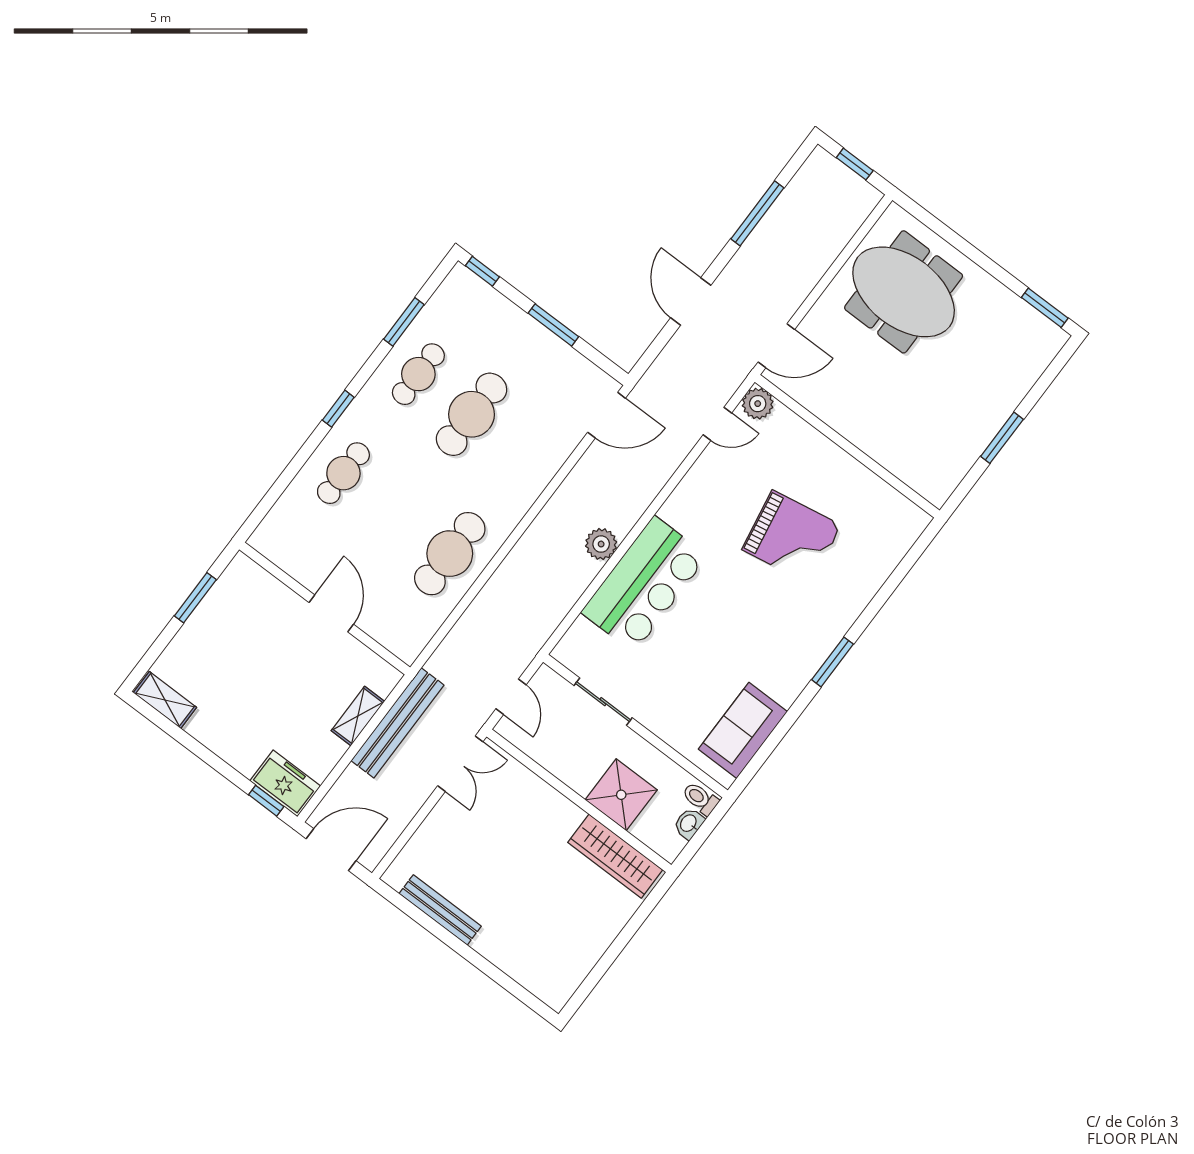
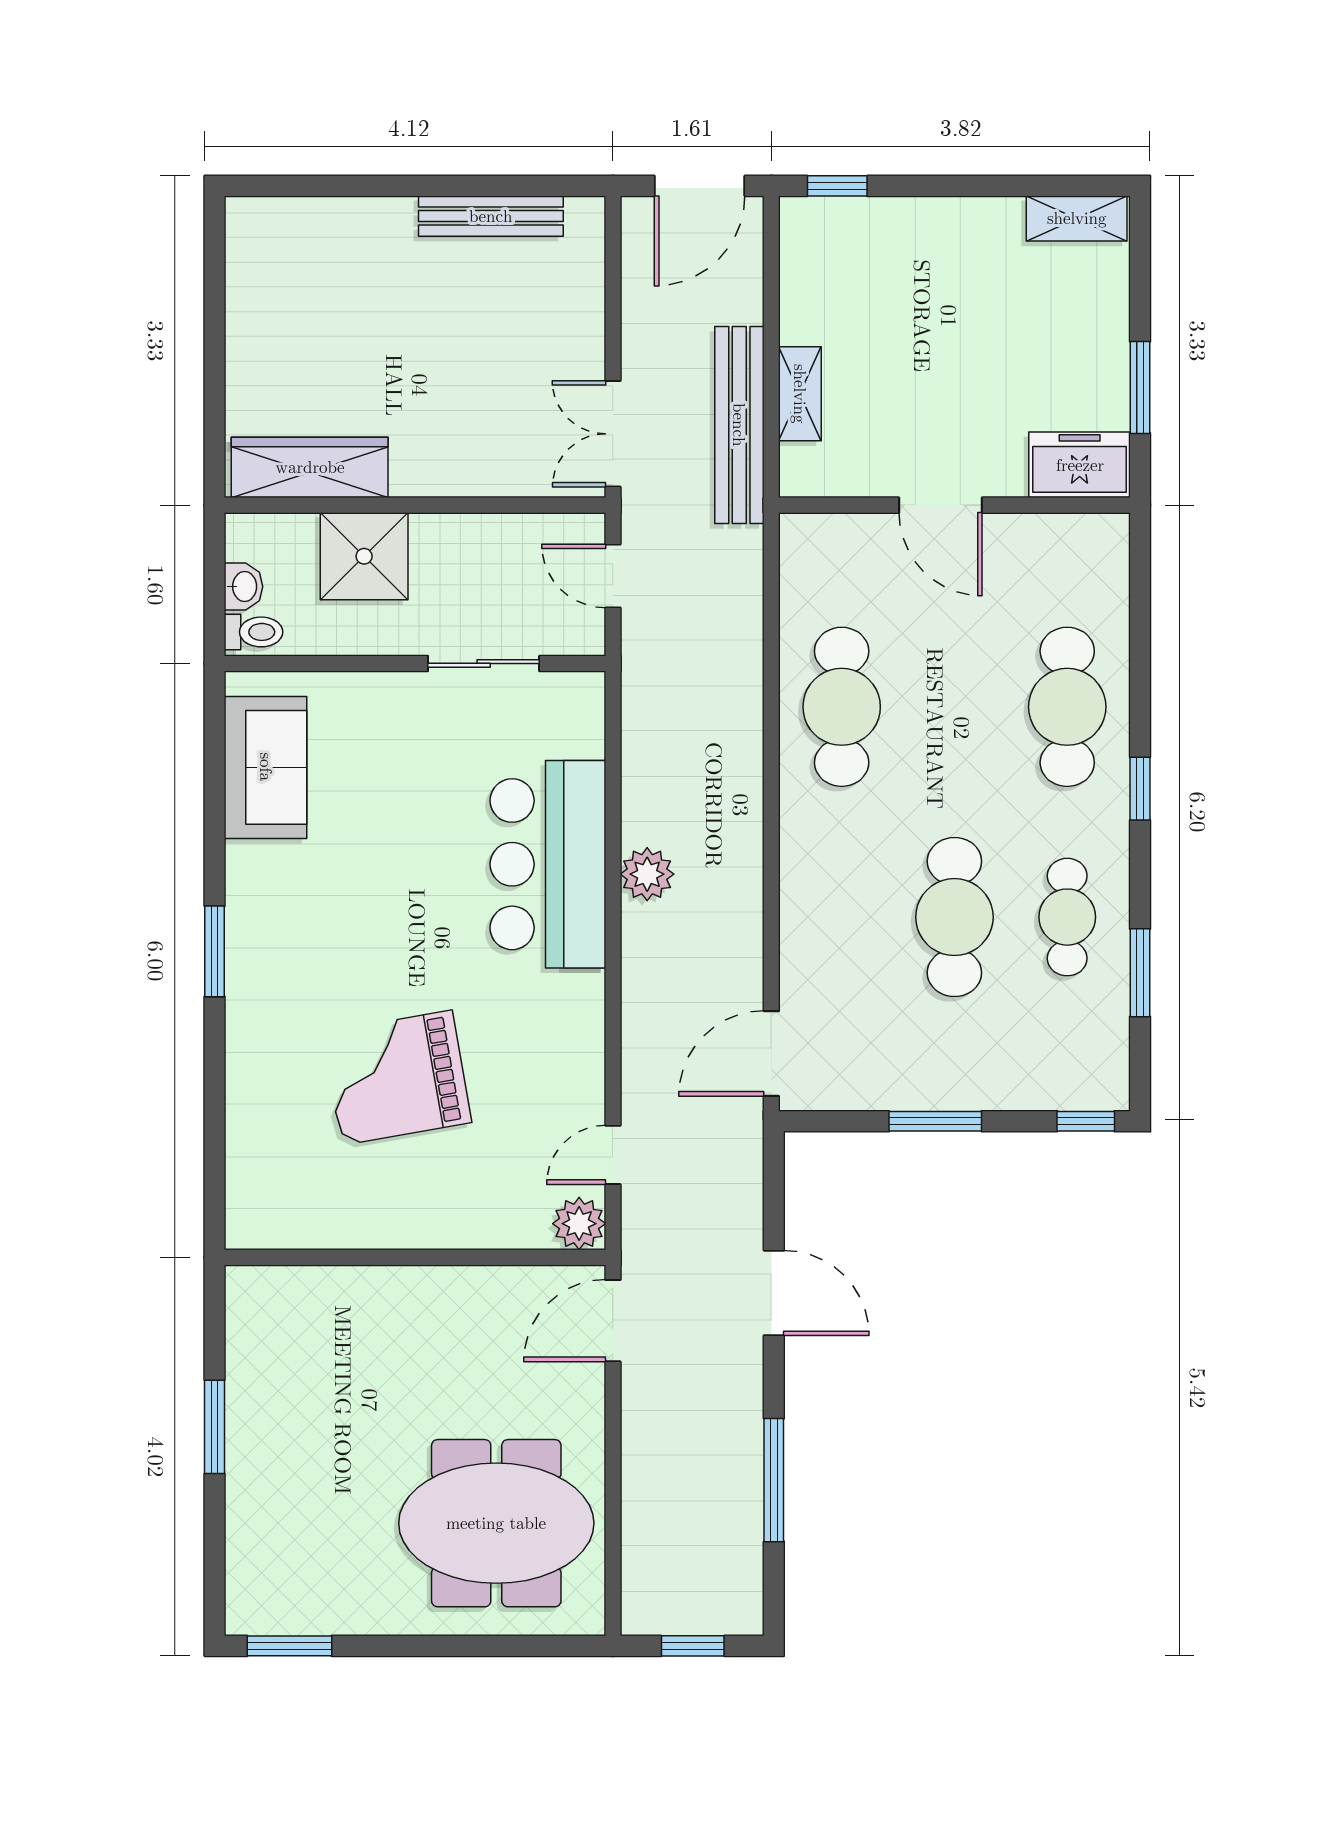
cafe table: (343, 473) -> (1067, 707), width x1.37, depth x1.35
freezer: (285, 783) -> (1080, 465), moved, turned 180

